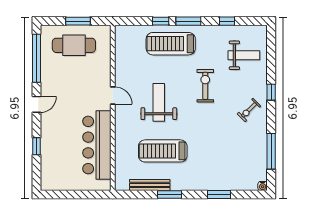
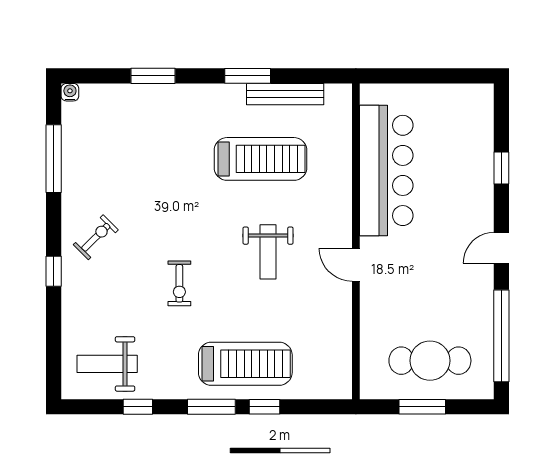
weight bench: (244, 55) -> (107, 364), moved
exercise bike: (205, 86) -> (179, 283), width x0.73, depth x0.72
weight bench: (159, 102) -> (268, 252), width x0.73, depth x0.75

